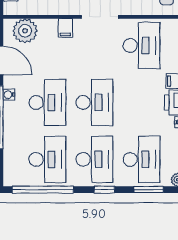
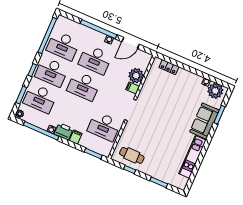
plant: (25, 31) -> (136, 76), moved

